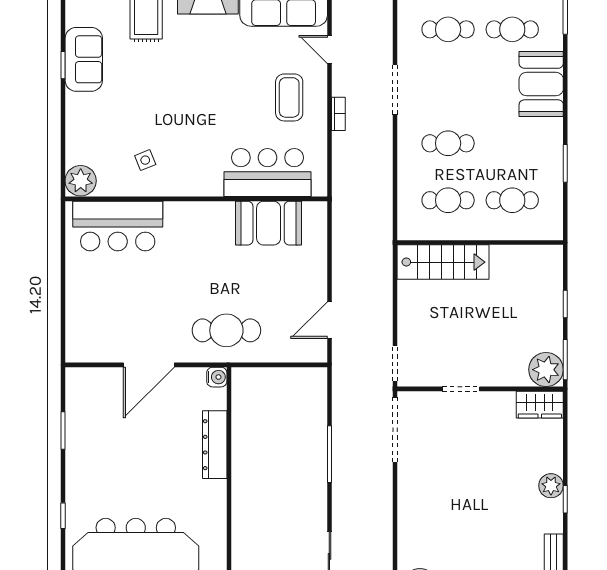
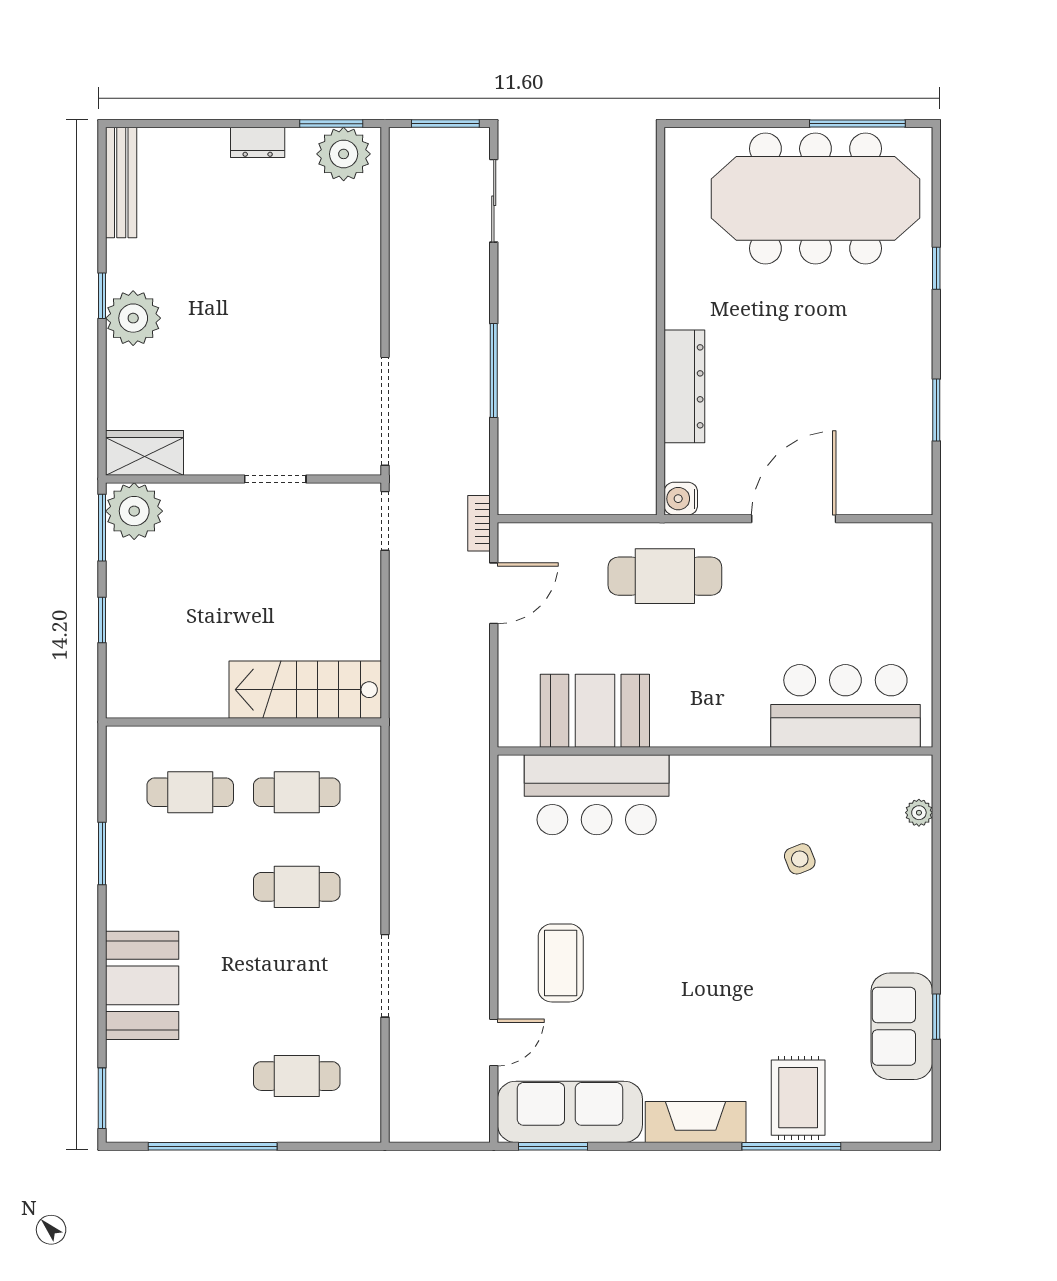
cafe table: (512, 29) -> (190, 1076), removed
door: (329, 50) -> (494, 1043), hinge flipped
bookcase: (338, 114) -> (479, 523), moved
bar counter: (268, 173) -> (597, 795), moved
plant: (81, 181) -> (919, 813), width x0.53, depth x0.53
wall: (196, 199) -> (715, 751), moved
booth: (269, 223) -> (595, 711), moved
bar counter: (118, 226) -> (845, 706), moved
plant: (551, 486) -> (133, 318), width x1.36, depth x1.36

